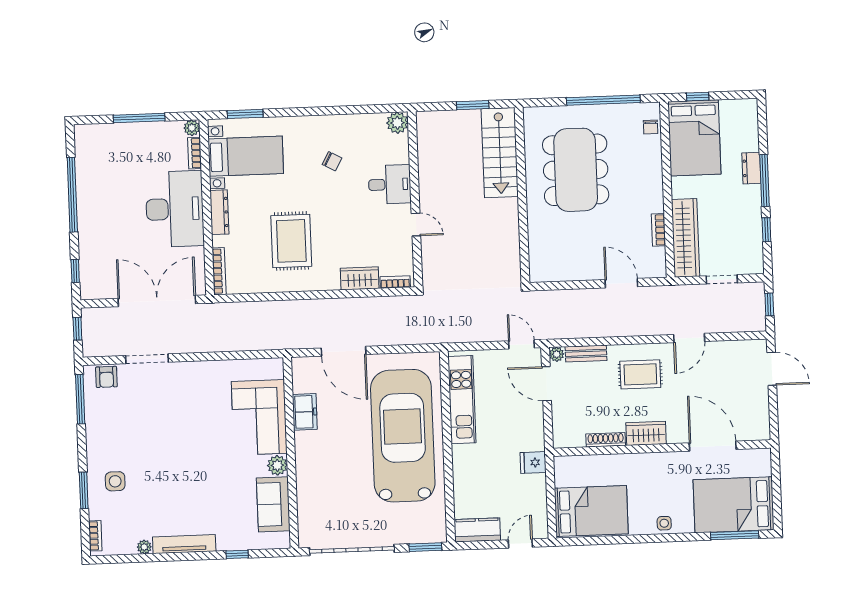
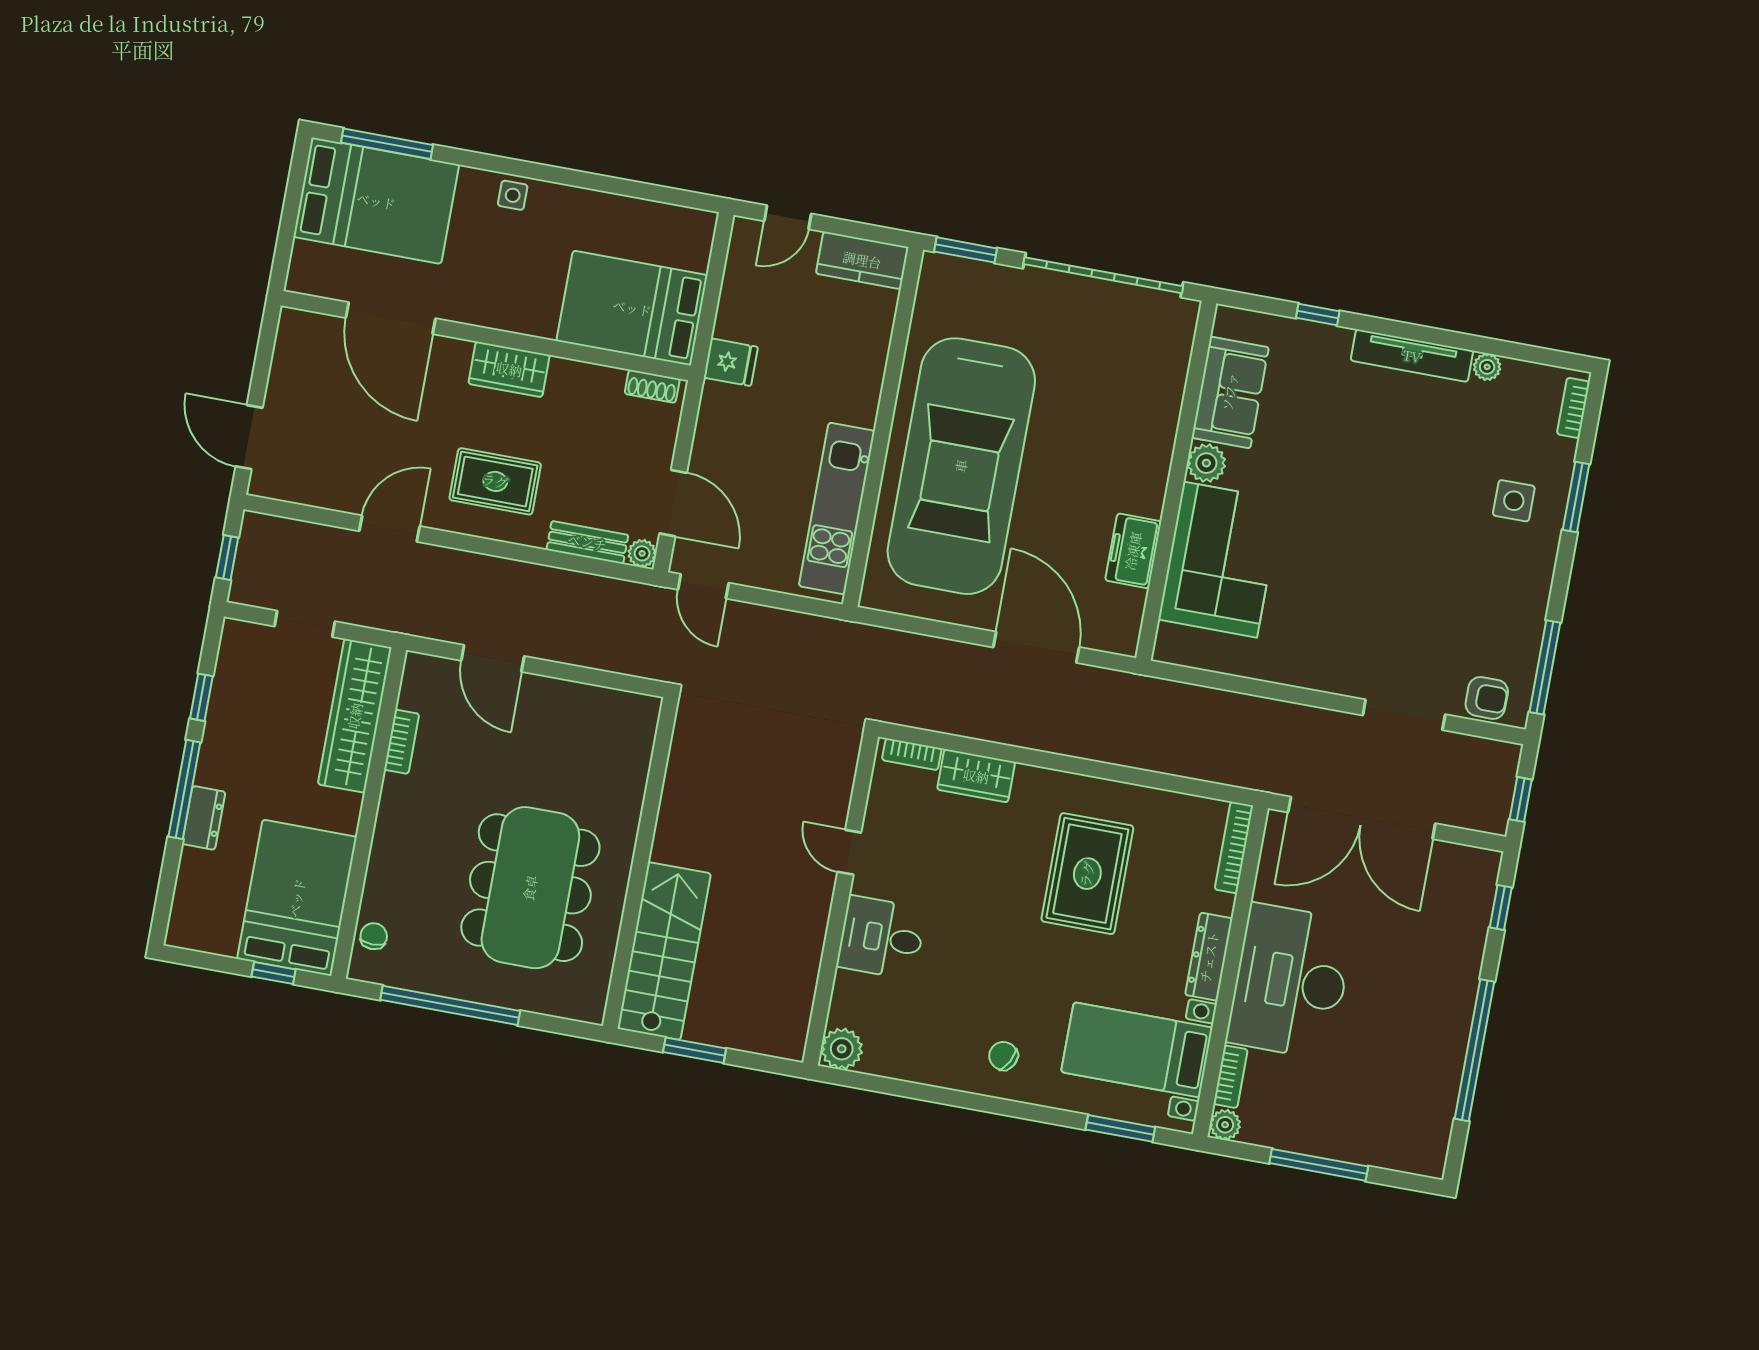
chair: (332, 161) -> (1003, 1056), moved
armchair: (106, 377) -> (1487, 698), turned 90
shoe rack: (606, 440) -> (652, 386), moved, width x0.70
bed: (591, 511) -> (632, 308), moved

